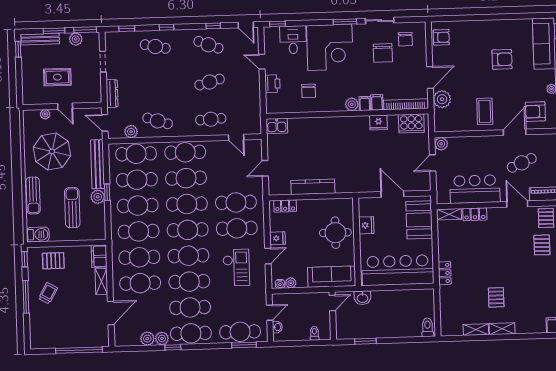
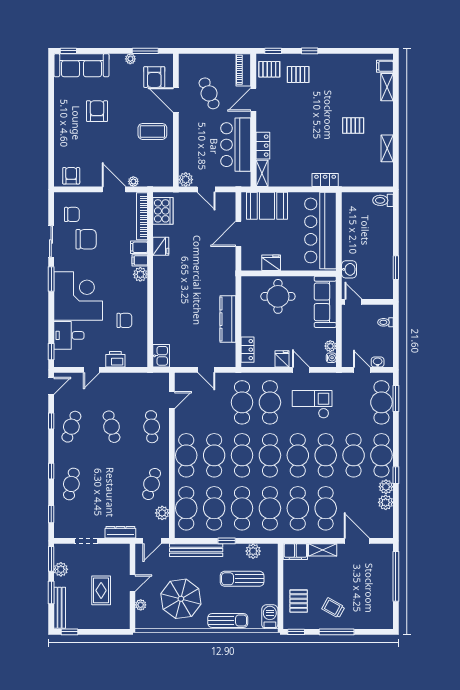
plant: (442, 99) -> (133, 181), width x0.53, depth x0.53
plant: (98, 197) -> (253, 551), moved
shelving: (502, 329) -> (387, 87), moved

